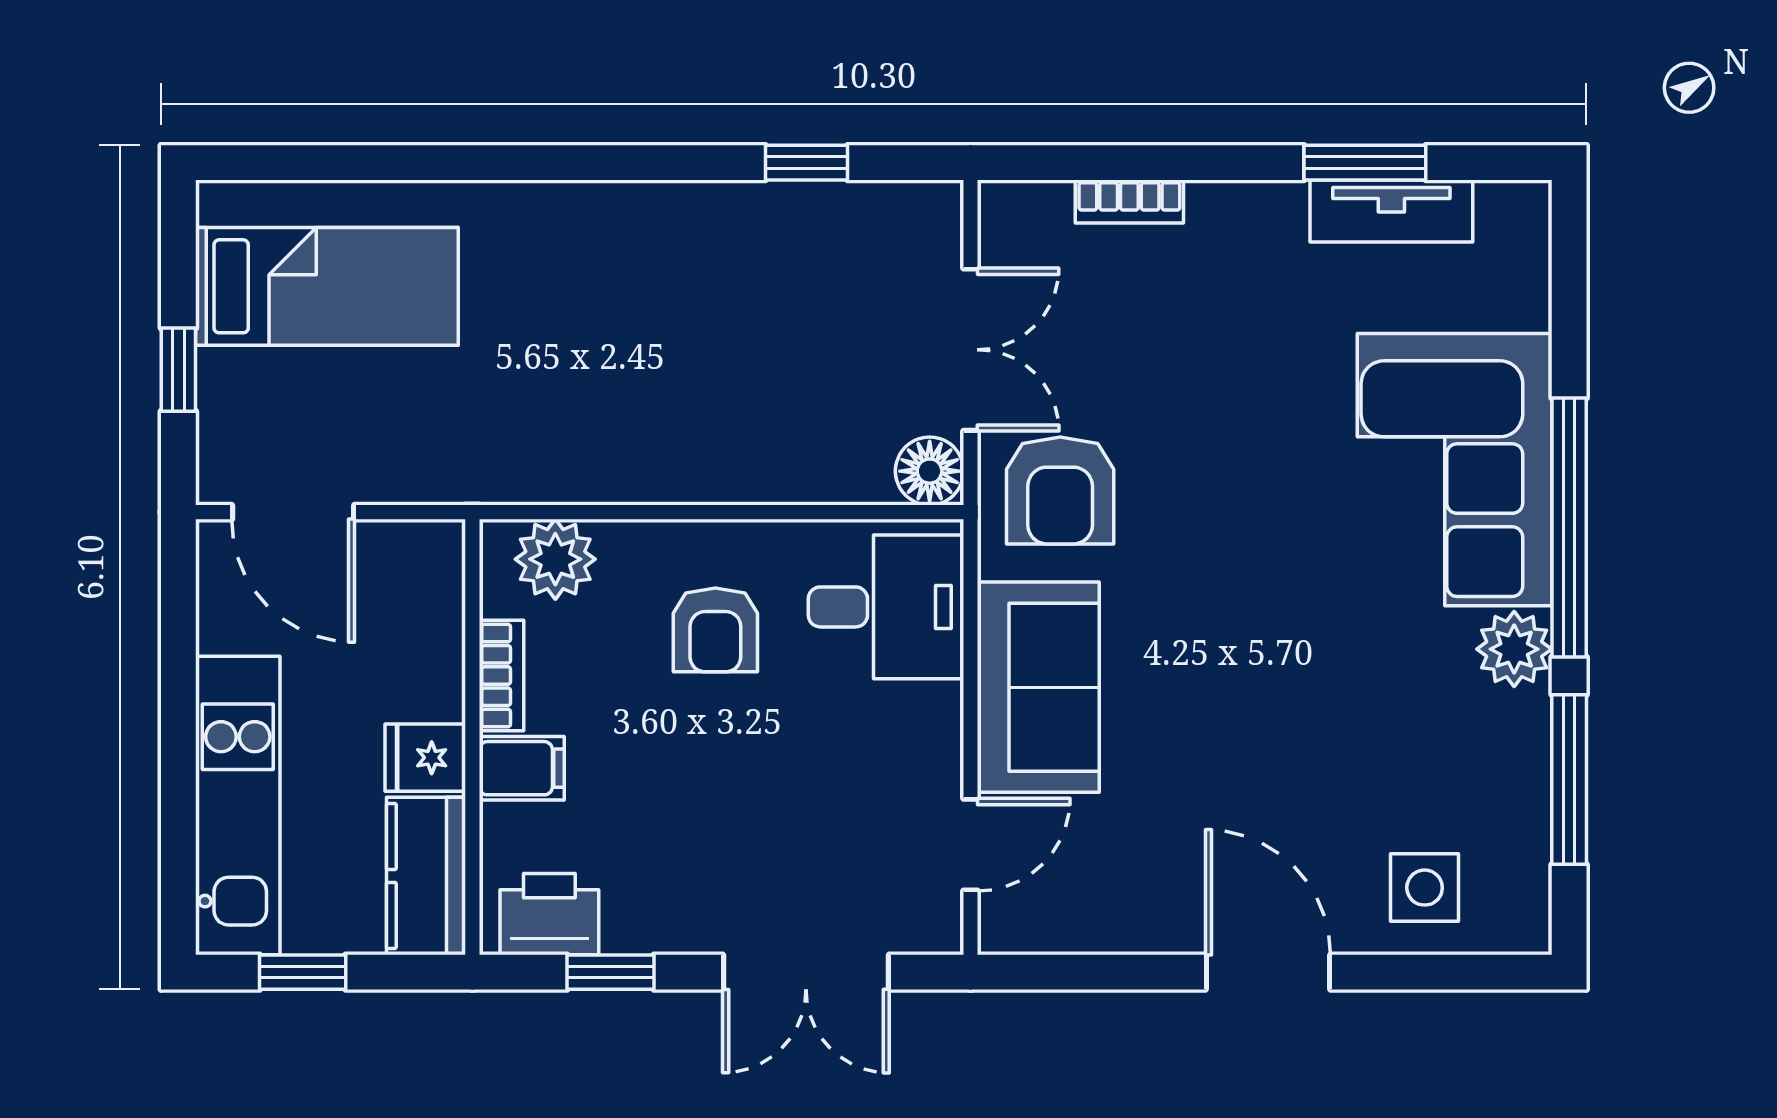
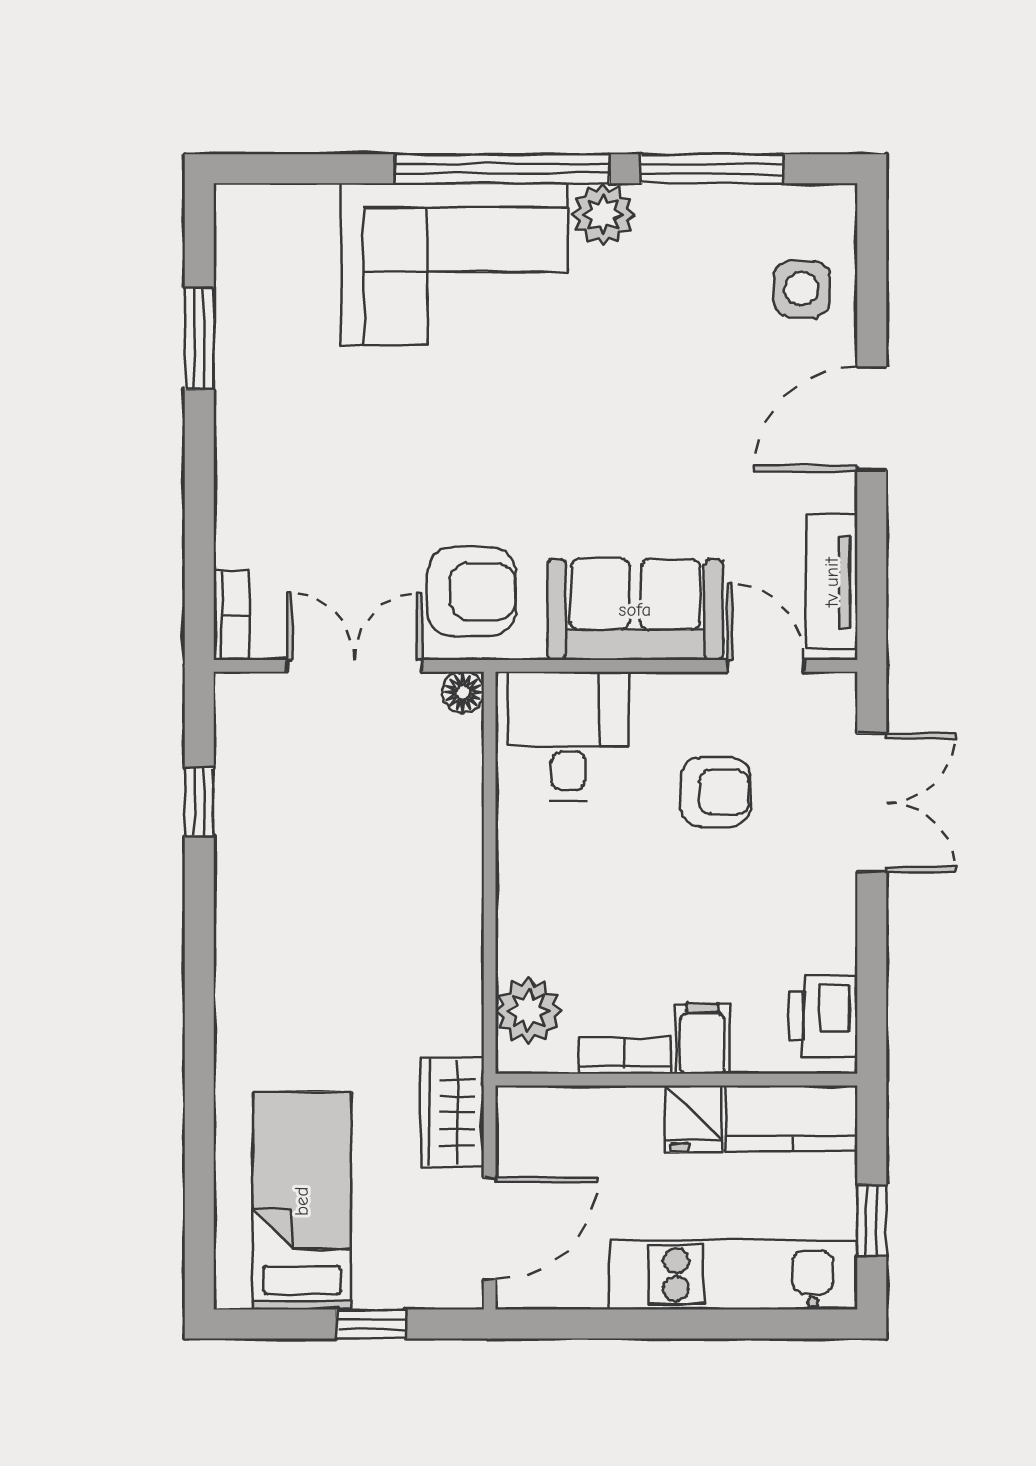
bookcase: (1129, 202) -> (232, 615), moved
tv unit: (1391, 211) -> (832, 582), moved, turned 180
wardrobe: (433, 467) -> (452, 1112), added
floor lamp: (930, 471) -> (463, 692), width x0.73, depth x0.73
armchair: (715, 630) -> (715, 792), moved
window: (610, 972) -> (872, 965), removed

